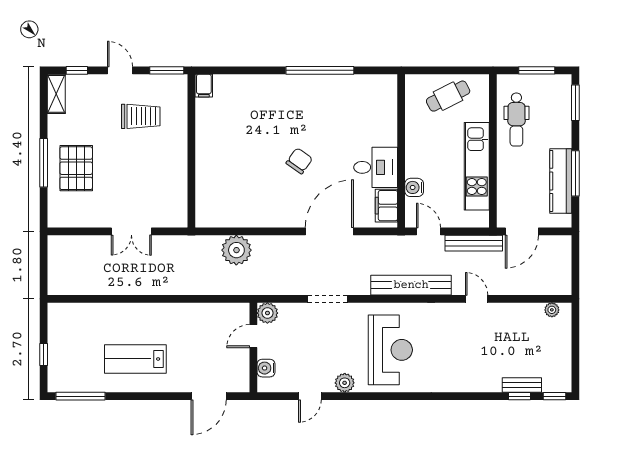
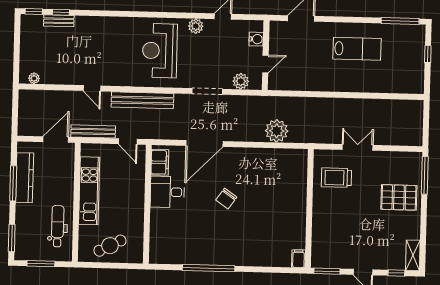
trolley: (141, 116) -> (337, 178), moved
window: (44, 163) -> (425, 175), moved
pallet: (76, 168) -> (399, 197), turned 90
water cooler: (414, 187) -> (138, 176), removed
plant: (267, 313) -> (241, 81), moved

